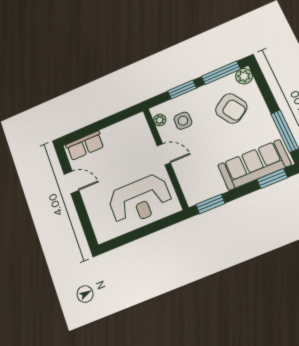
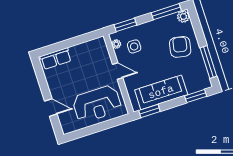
window: (182, 90) -> (125, 25), moved
armchair: (231, 108) -> (180, 47), moved, turned -136
sofa: (254, 165) -> (161, 92), moved
door: (71, 182) -> (51, 108), moved

